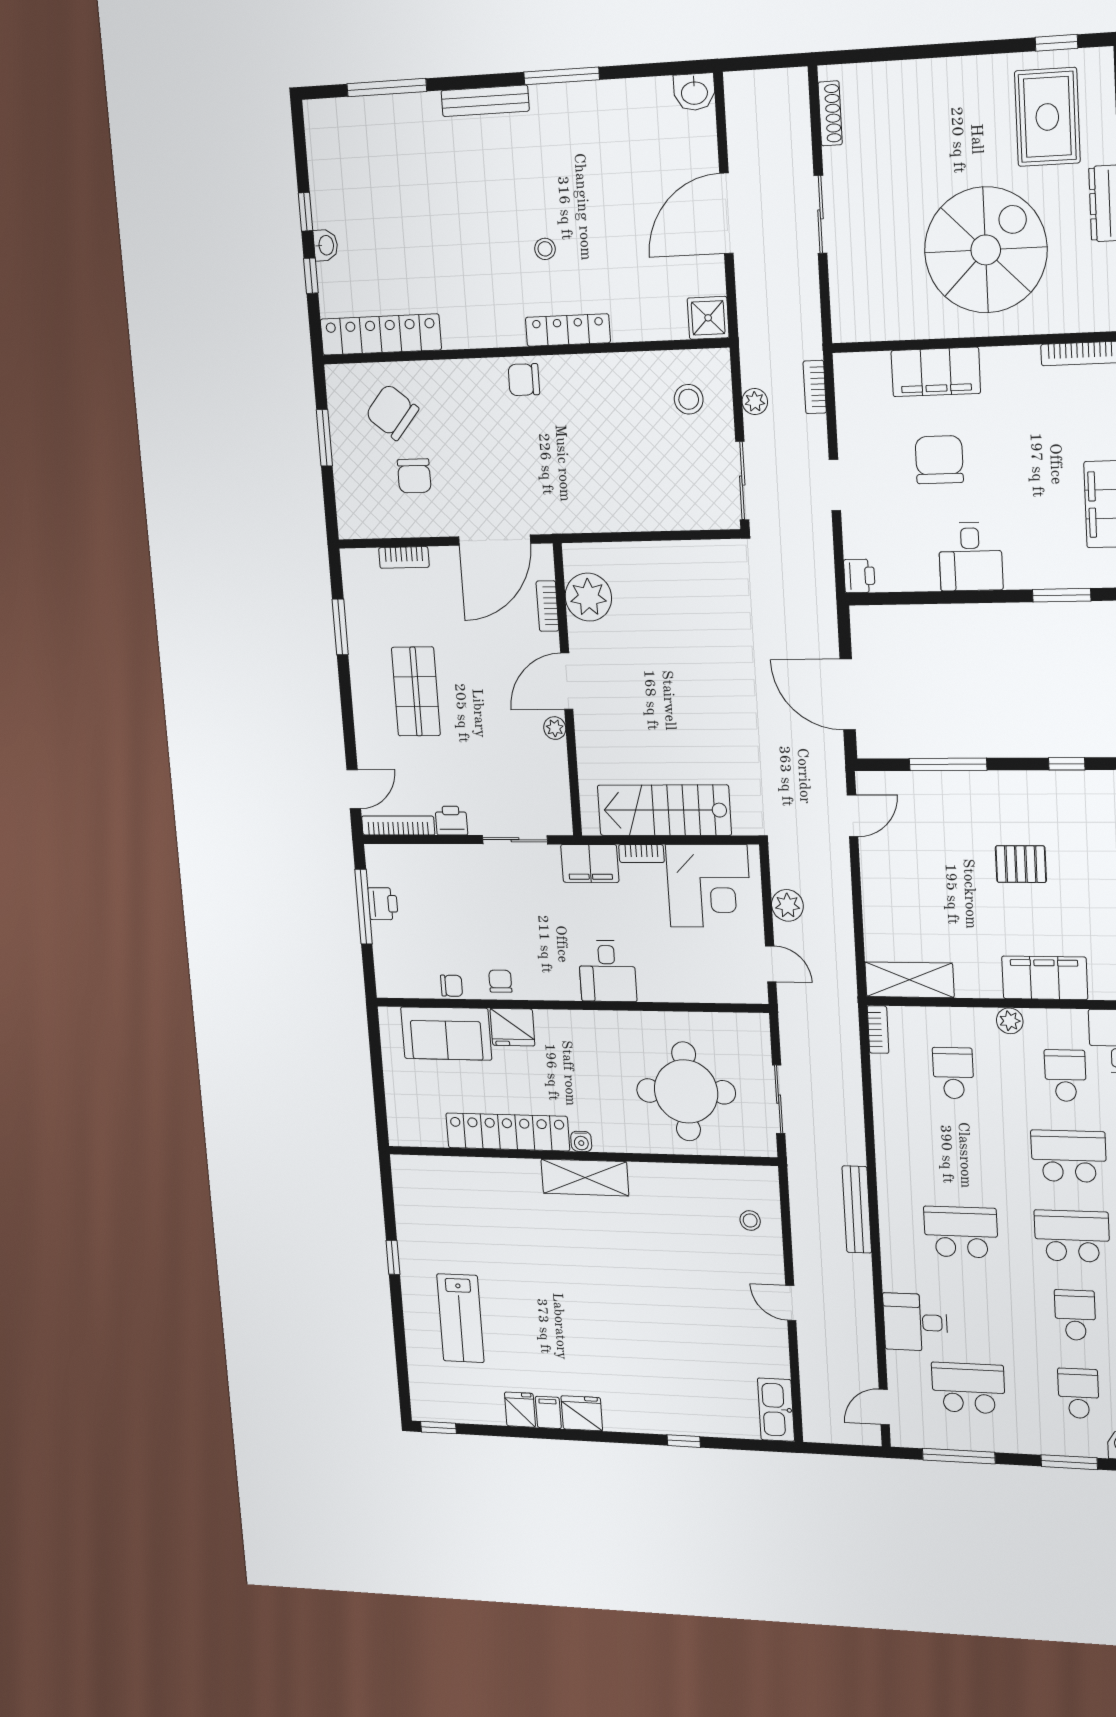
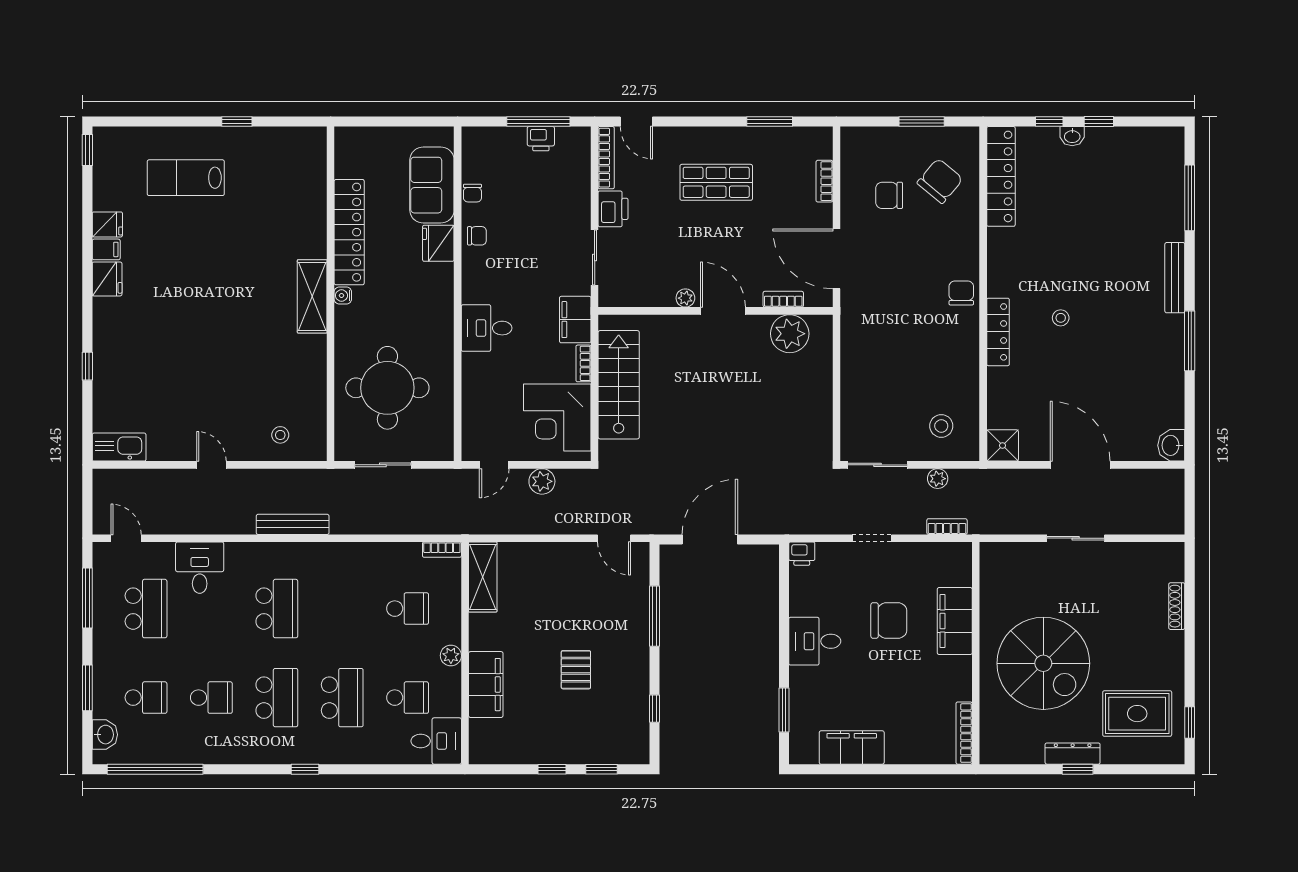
shoe rack: (830, 113) -> (1177, 606), moved, turned 90
printer: (451, 821) -> (613, 209), width x1.36, depth x1.24
door: (791, 1303) -> (211, 465), hinge flipped

